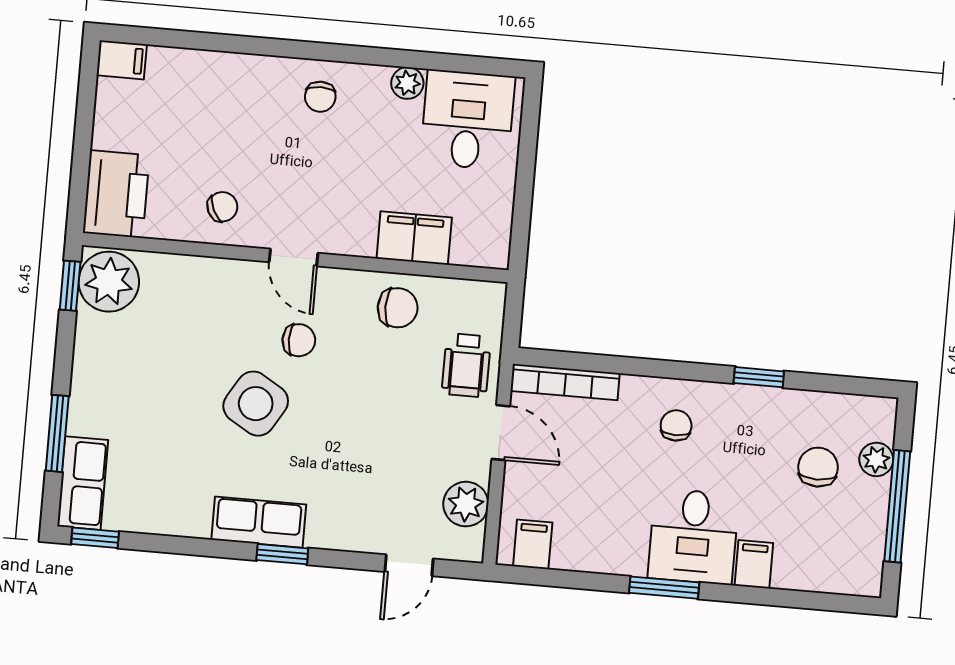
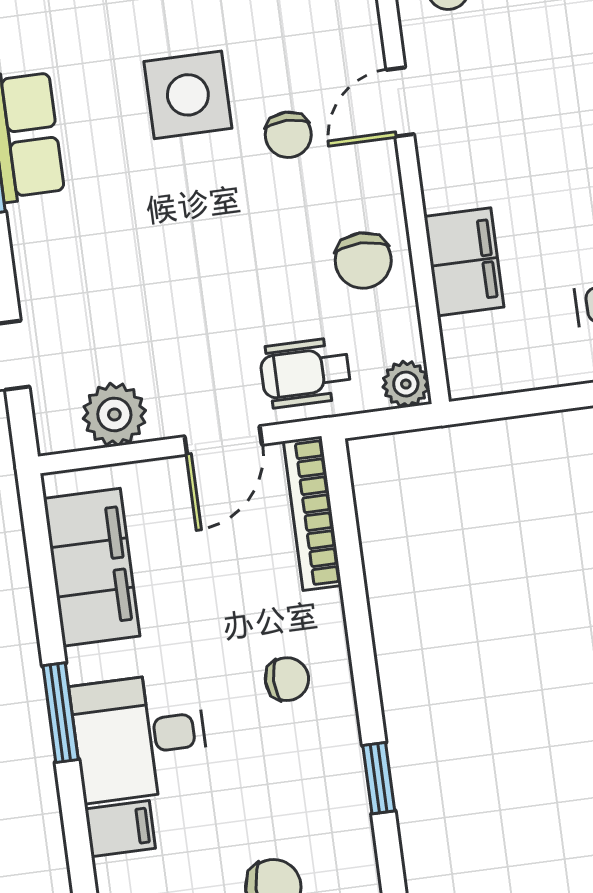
plant: (490, 297) -> (406, 384), added
side table: (256, 404) -> (188, 95), turned -31
filing cabinet: (533, 544) -> (92, 567), width x3.00, depth x1.17

